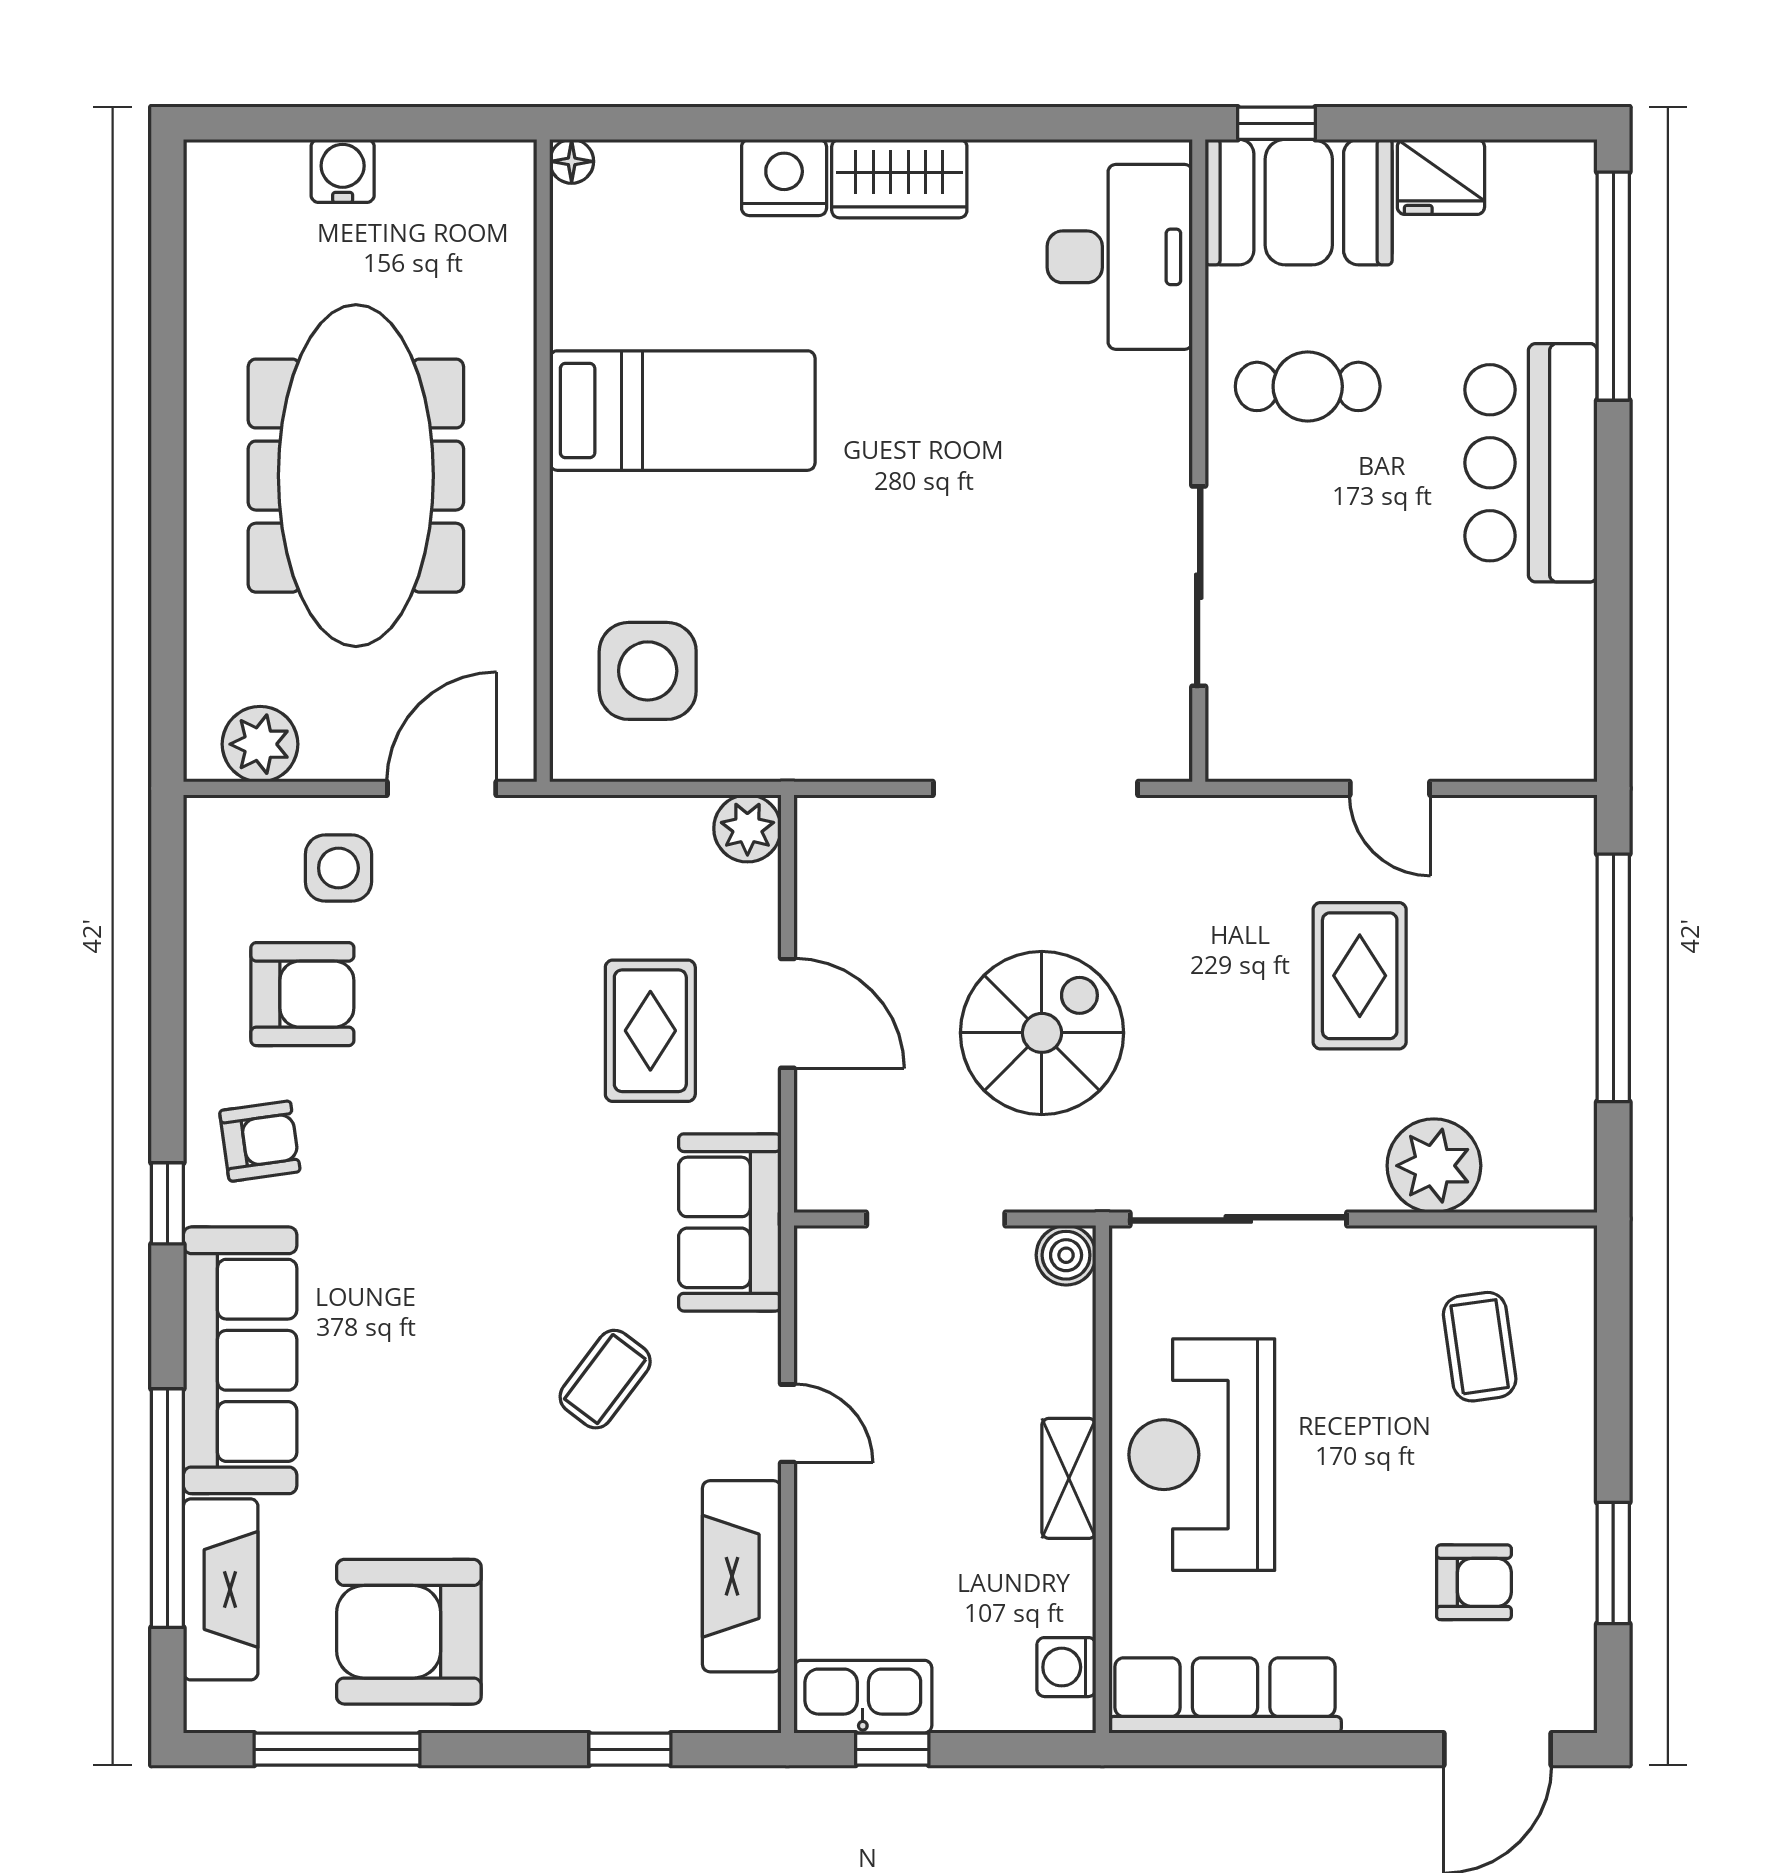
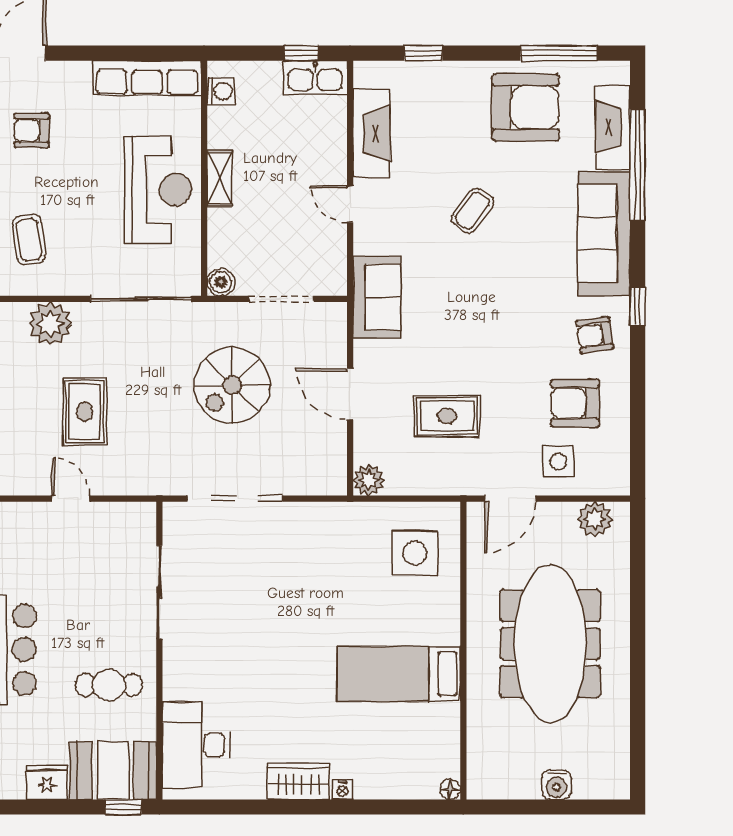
nightstand: (784, 177) -> (342, 790), width x0.53, depth x0.56
rug: (650, 1031) -> (447, 416), moved, turned 90
coffee table: (605, 1379) -> (473, 210), moved

